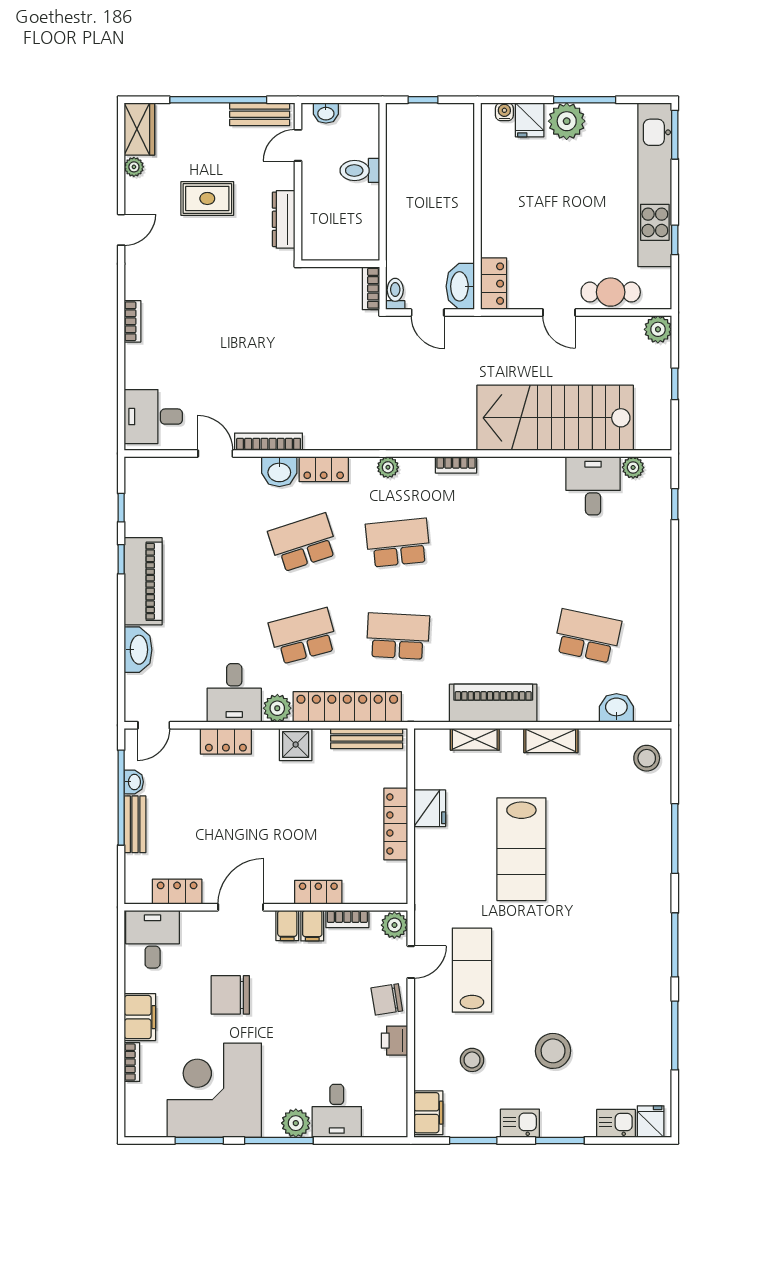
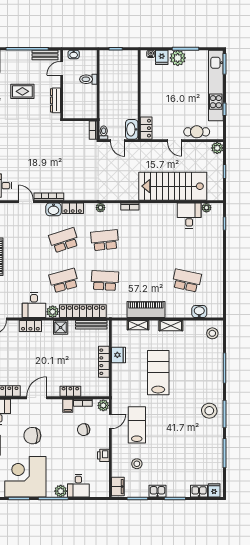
lab bench: (521, 849) -> (158, 373), turned 180
filing cabinet: (287, 926) -> (57, 406), removed
chair: (387, 999) -> (84, 430), moved
stool: (553, 1051) -> (209, 411), moved

